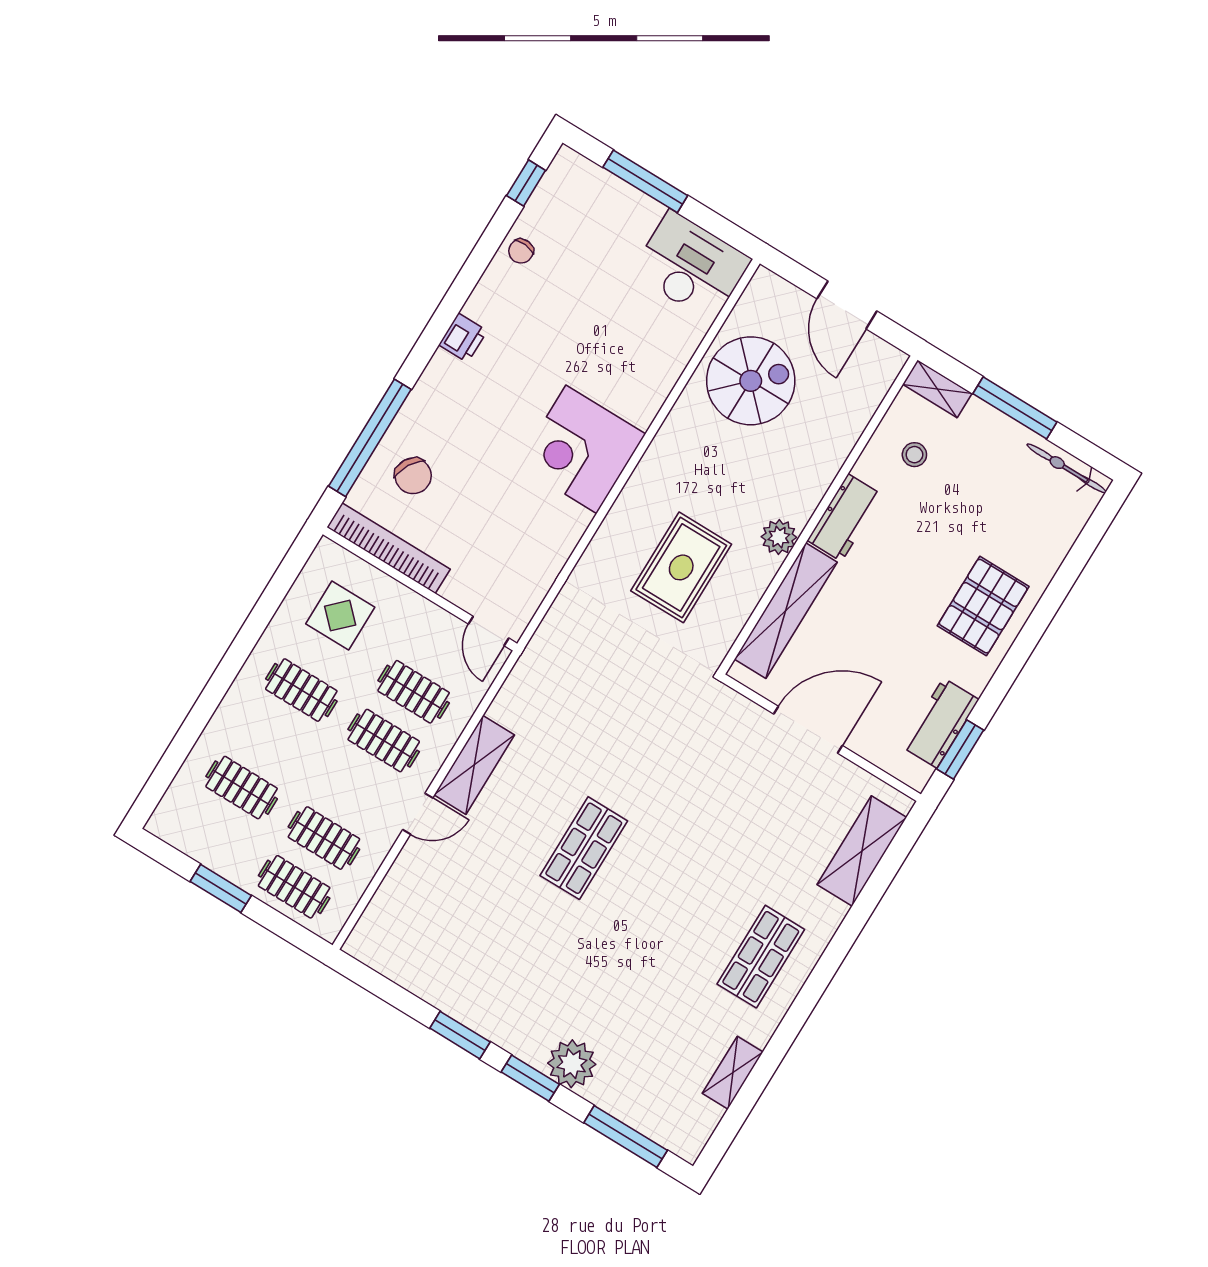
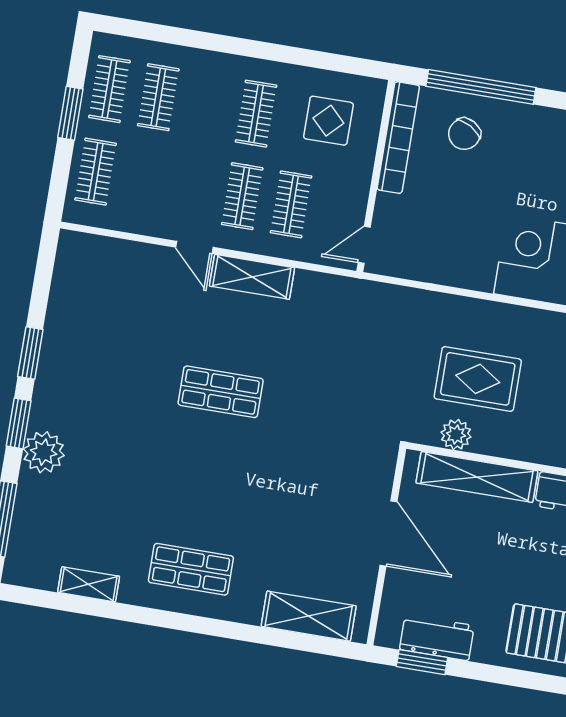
plant: (779, 537) -> (456, 435), moved
clothes rail: (324, 838) -> (109, 89), moved

